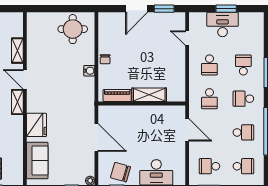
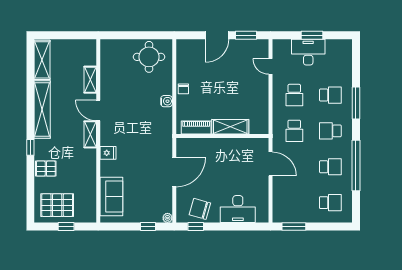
school desk: (243, 65) -> (330, 95), turned 90
fridge: (37, 125) -> (108, 153), width x0.53, depth x0.75
door: (96, 137) -> (174, 172), hinge flipped
school desk: (209, 166) -> (294, 203), removed

